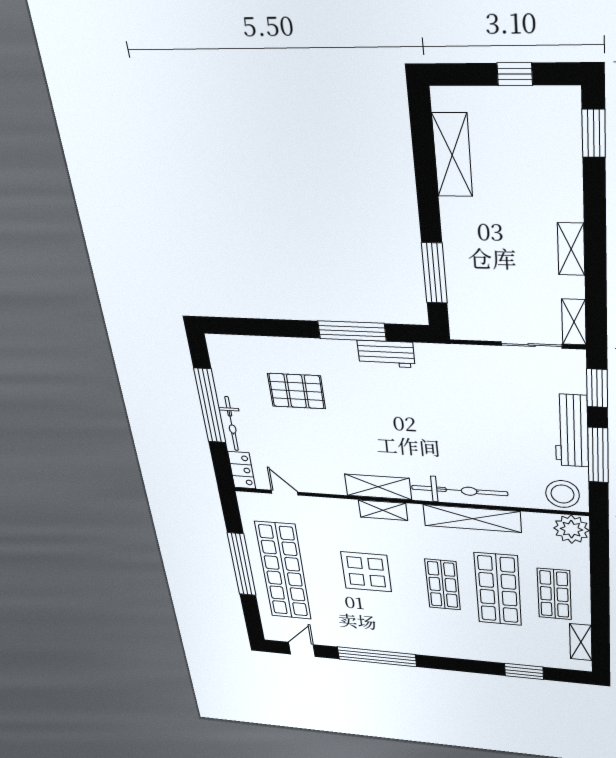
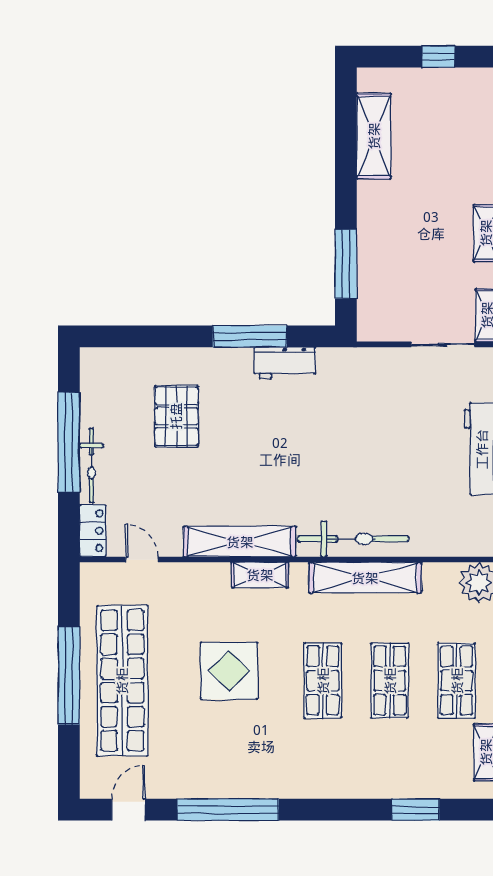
pallet: (296, 391) -> (176, 416), turned 90
shelving: (378, 487) -> (240, 542), width x1.47
stool: (562, 494) -> (470, 534), removed
shop shelf: (498, 589) -> (390, 681), width x0.70, depth x0.74

